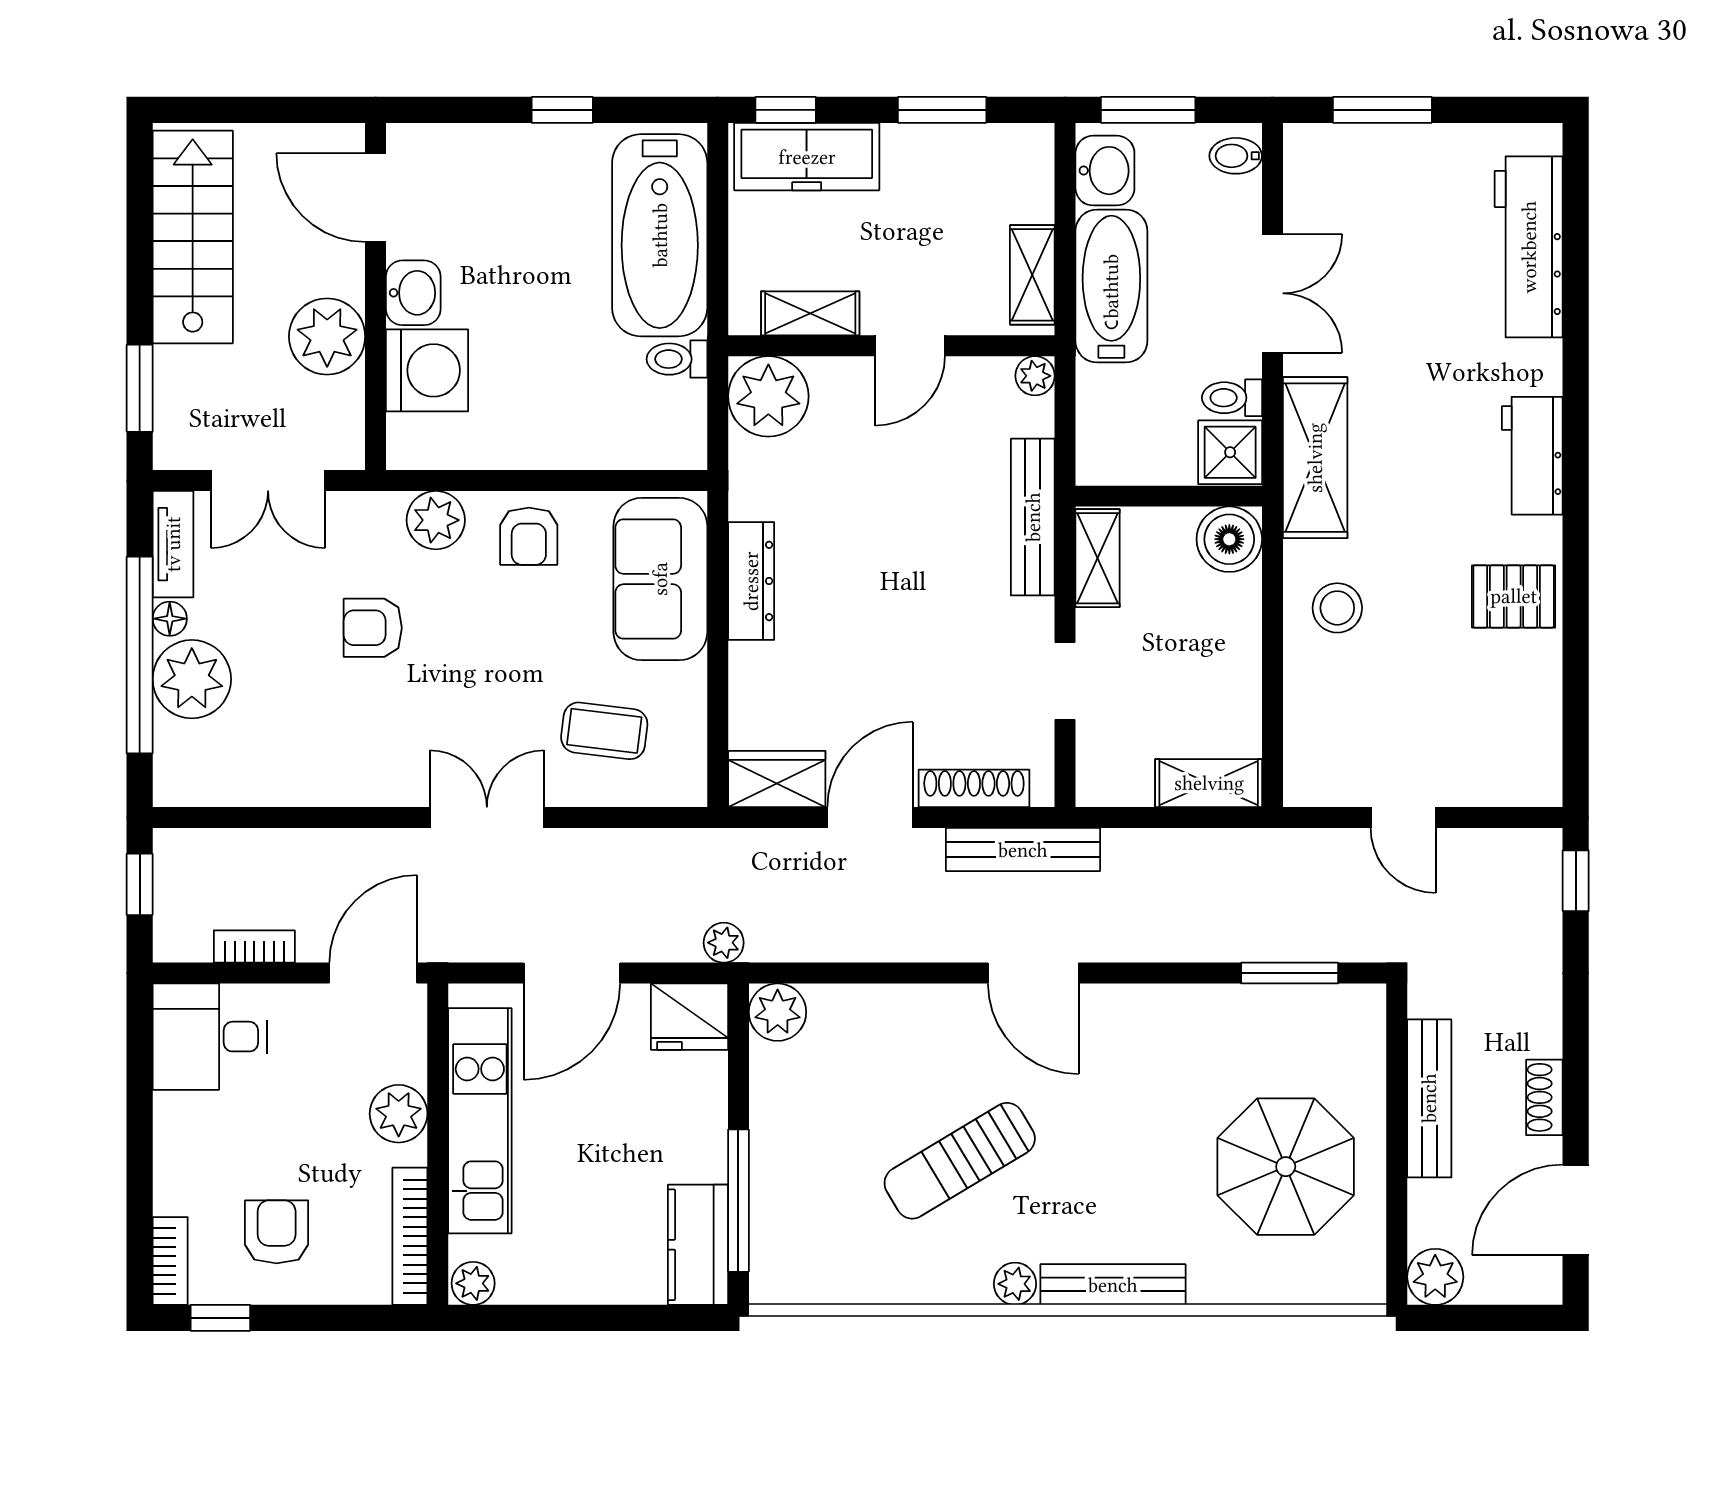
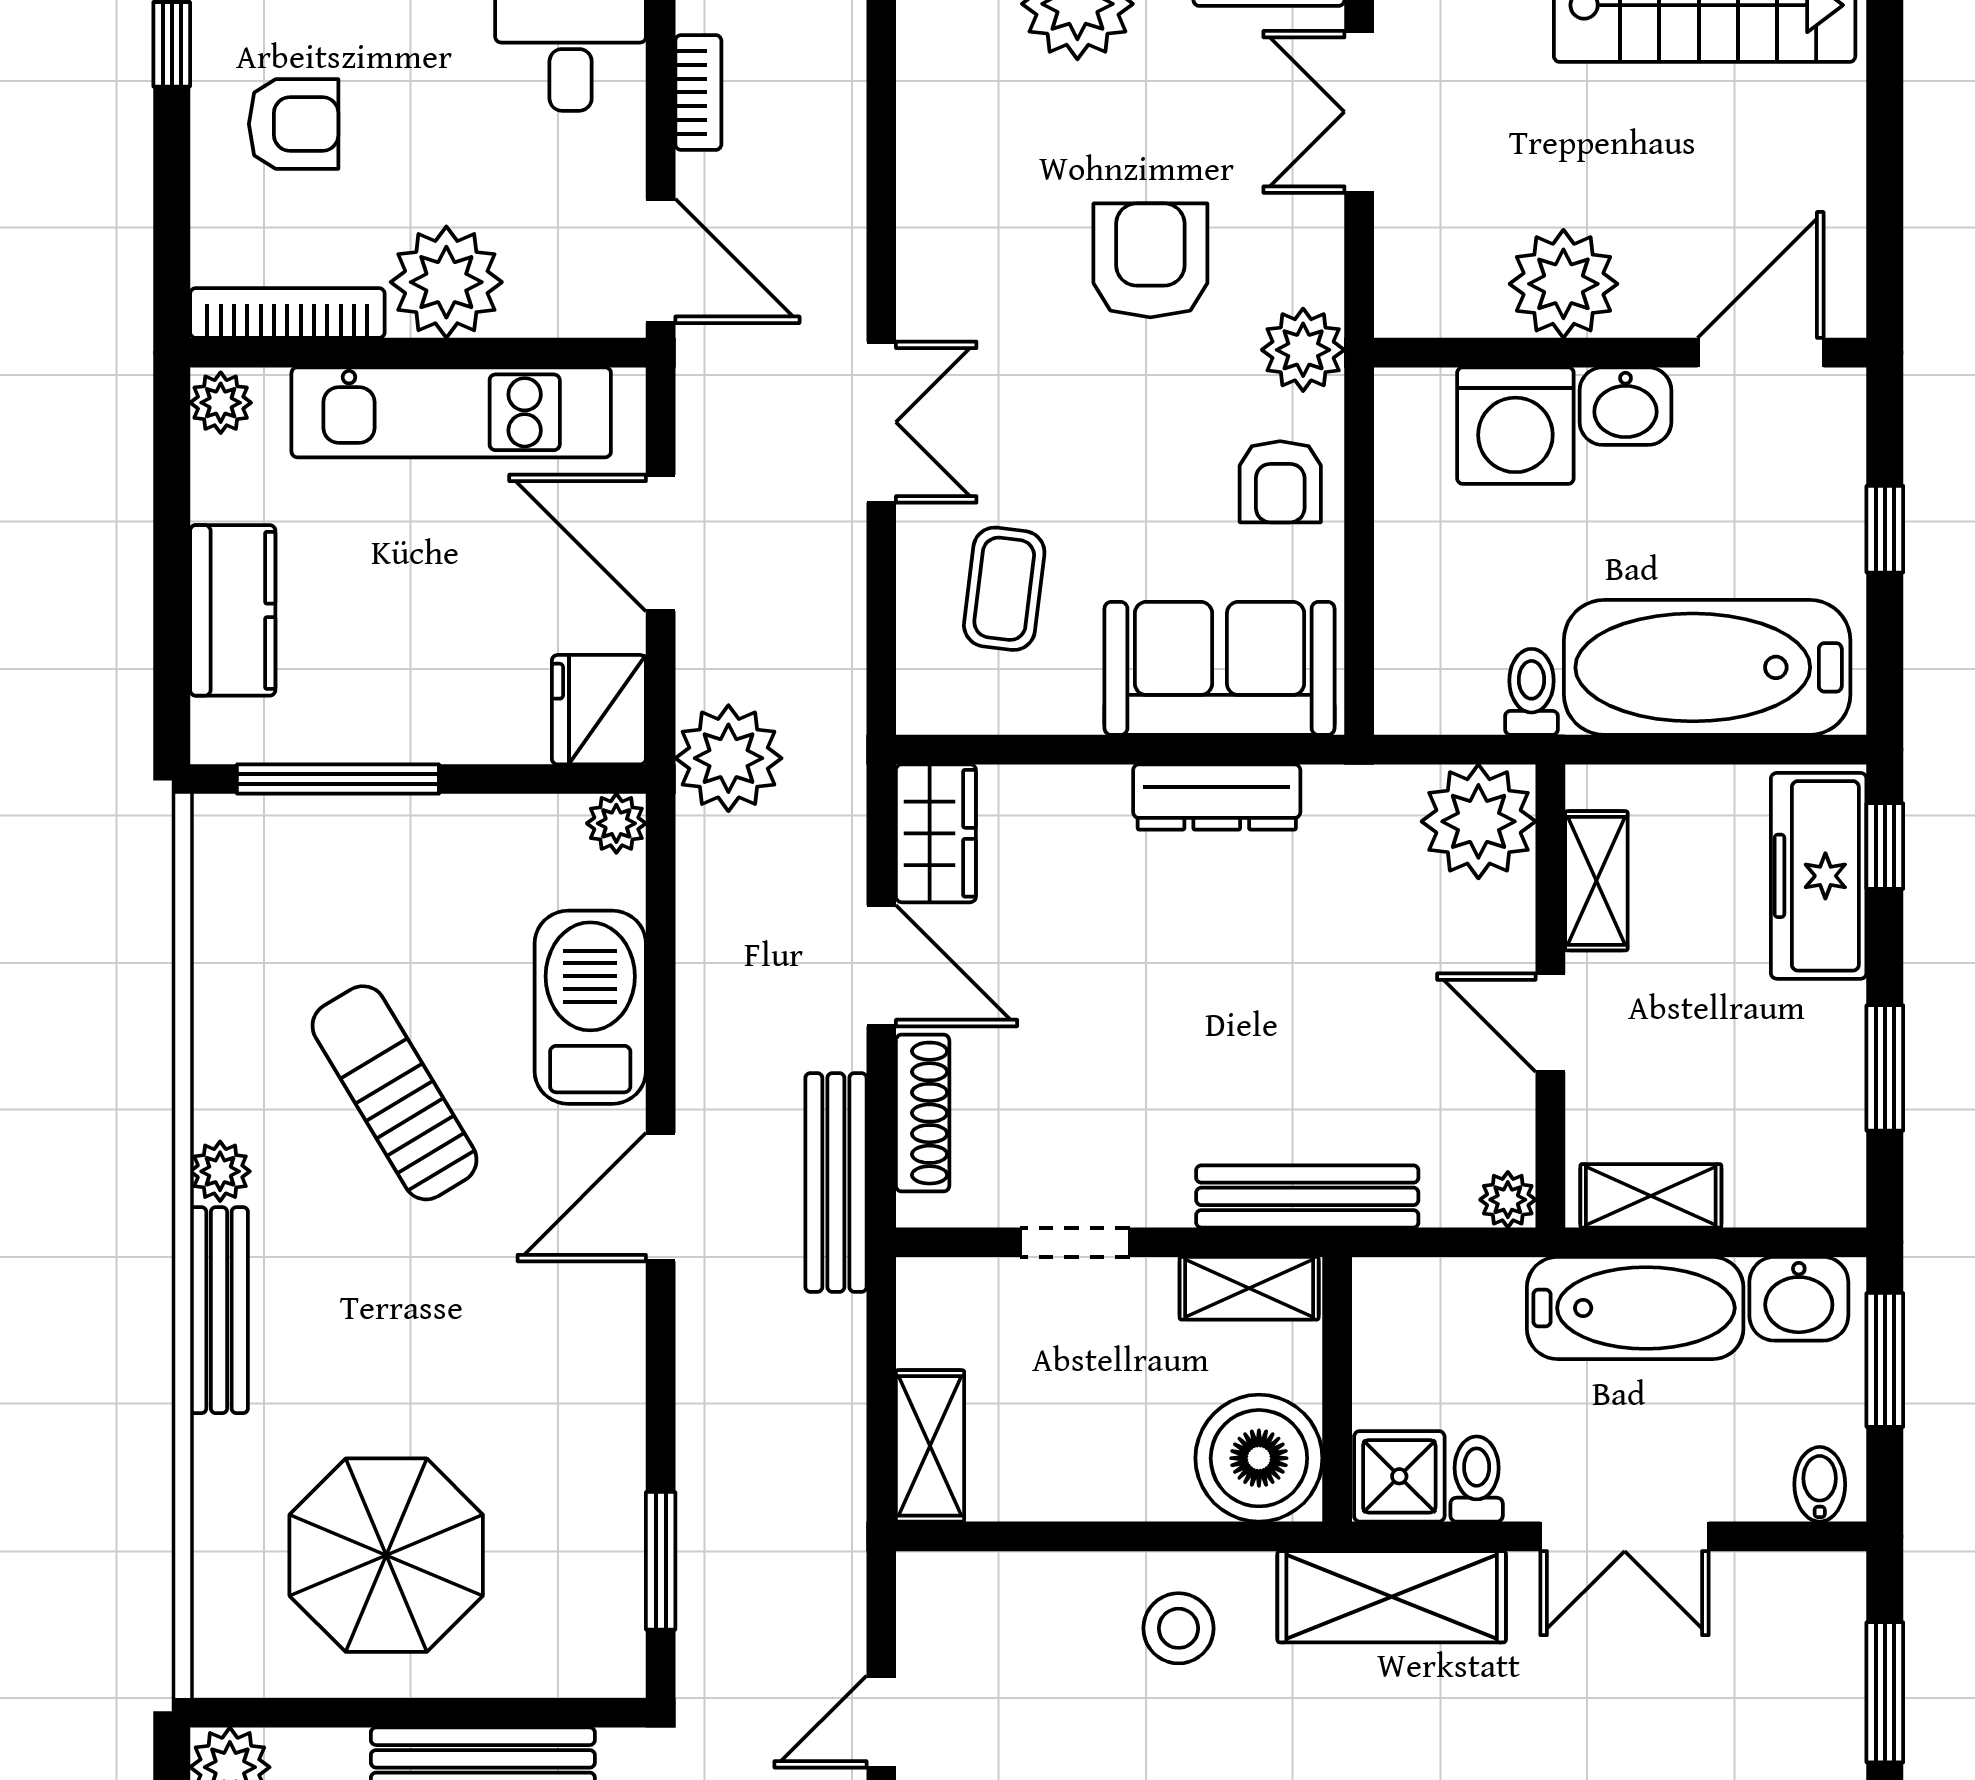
door: (376, 198) -> (1761, 353), moved
washbasin: (413, 293) -> (1625, 406), moved
wall: (376, 297) -> (1620, 353), moved
plant: (327, 336) -> (1563, 284), moved
washing machine: (427, 370) -> (1515, 426), moved
armchair: (529, 536) -> (1280, 482), turned -90
boiler: (1229, 539) -> (1259, 1458), width x1.37, depth x1.37
armchair: (373, 628) -> (1150, 260), width x1.38, depth x1.38
plant: (724, 943) -> (728, 758), width x1.88, depth x1.88
plant: (778, 1012) -> (616, 823), width x0.73, depth x0.73
barbecue: (899, 1023) -> (590, 1007), added
plant: (399, 1114) -> (446, 282), width x1.36, depth x1.36
kitchen counter: (698, 1245) -> (233, 610), moved, turned 90

